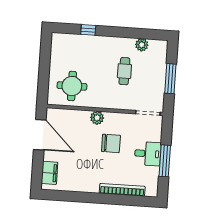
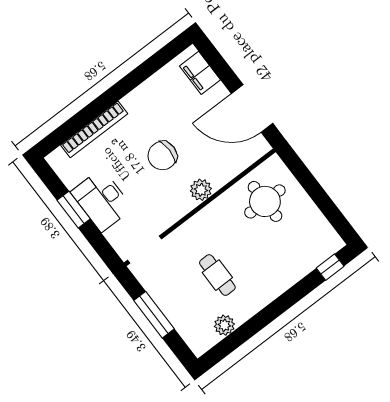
window: (88, 30) -> (330, 267), moved
chair: (111, 143) -> (162, 156), moved
desk: (148, 154) -> (102, 200), width x1.37
window: (165, 161) -> (74, 210), width x0.69

